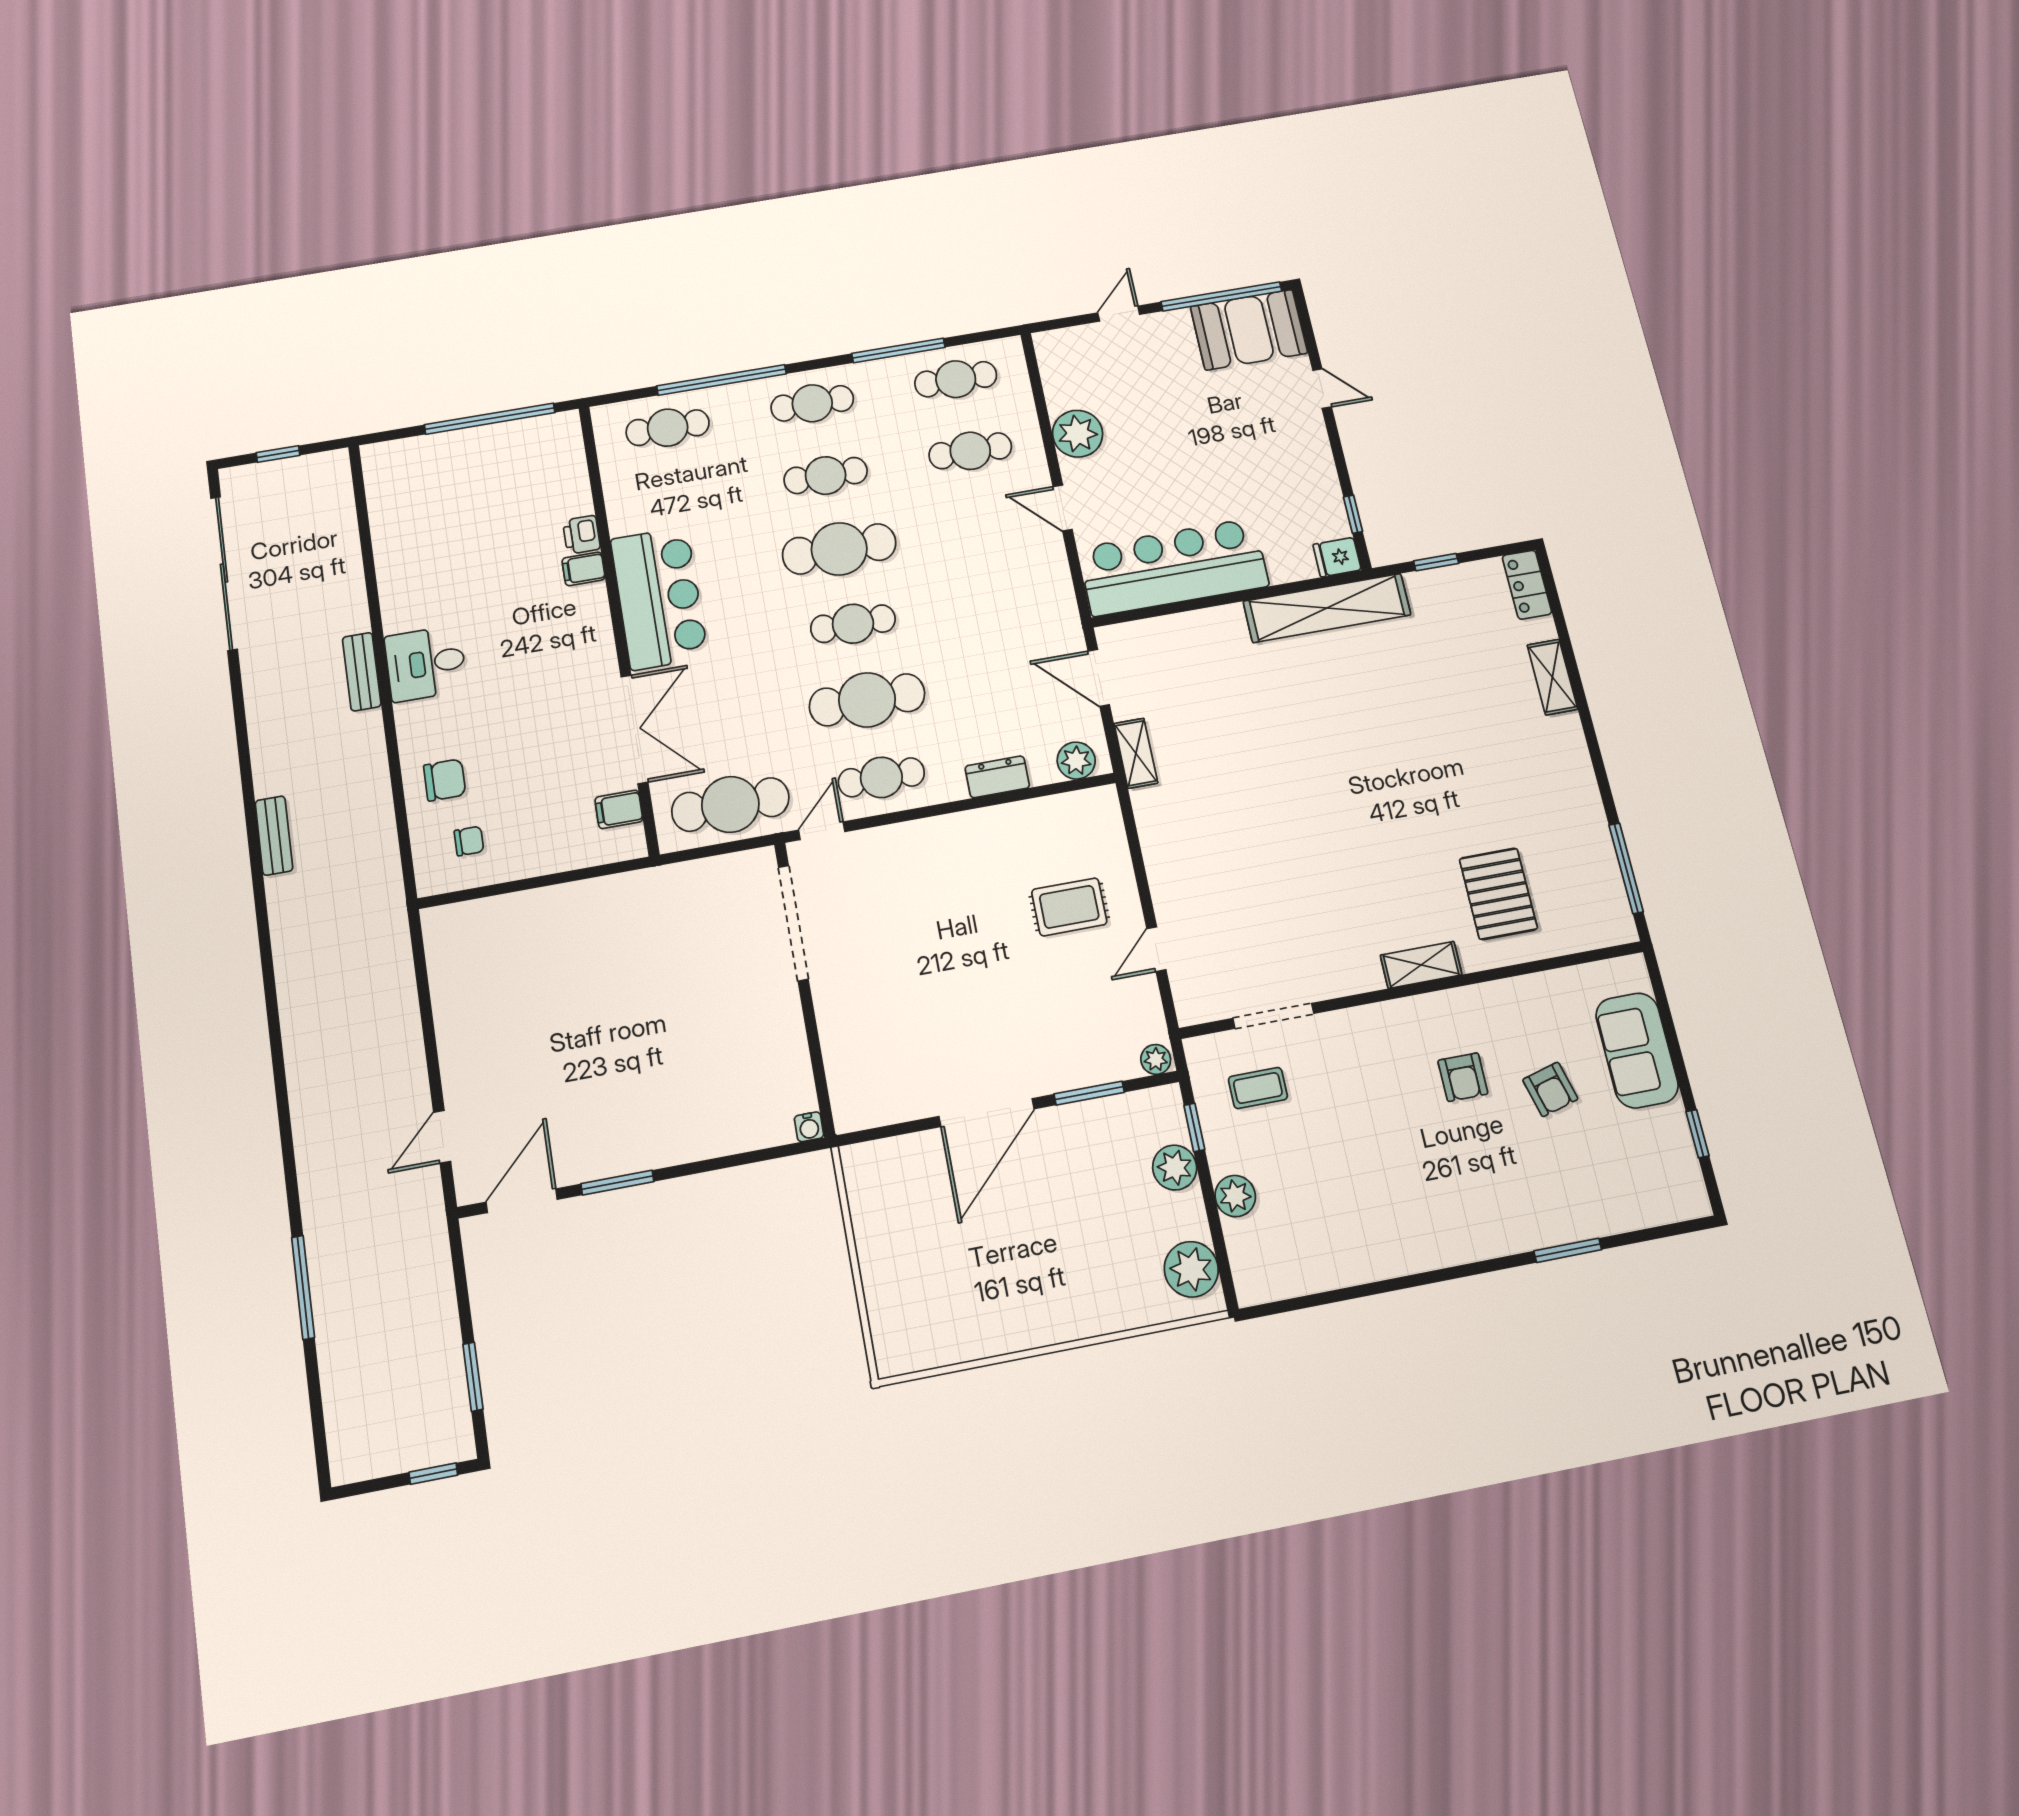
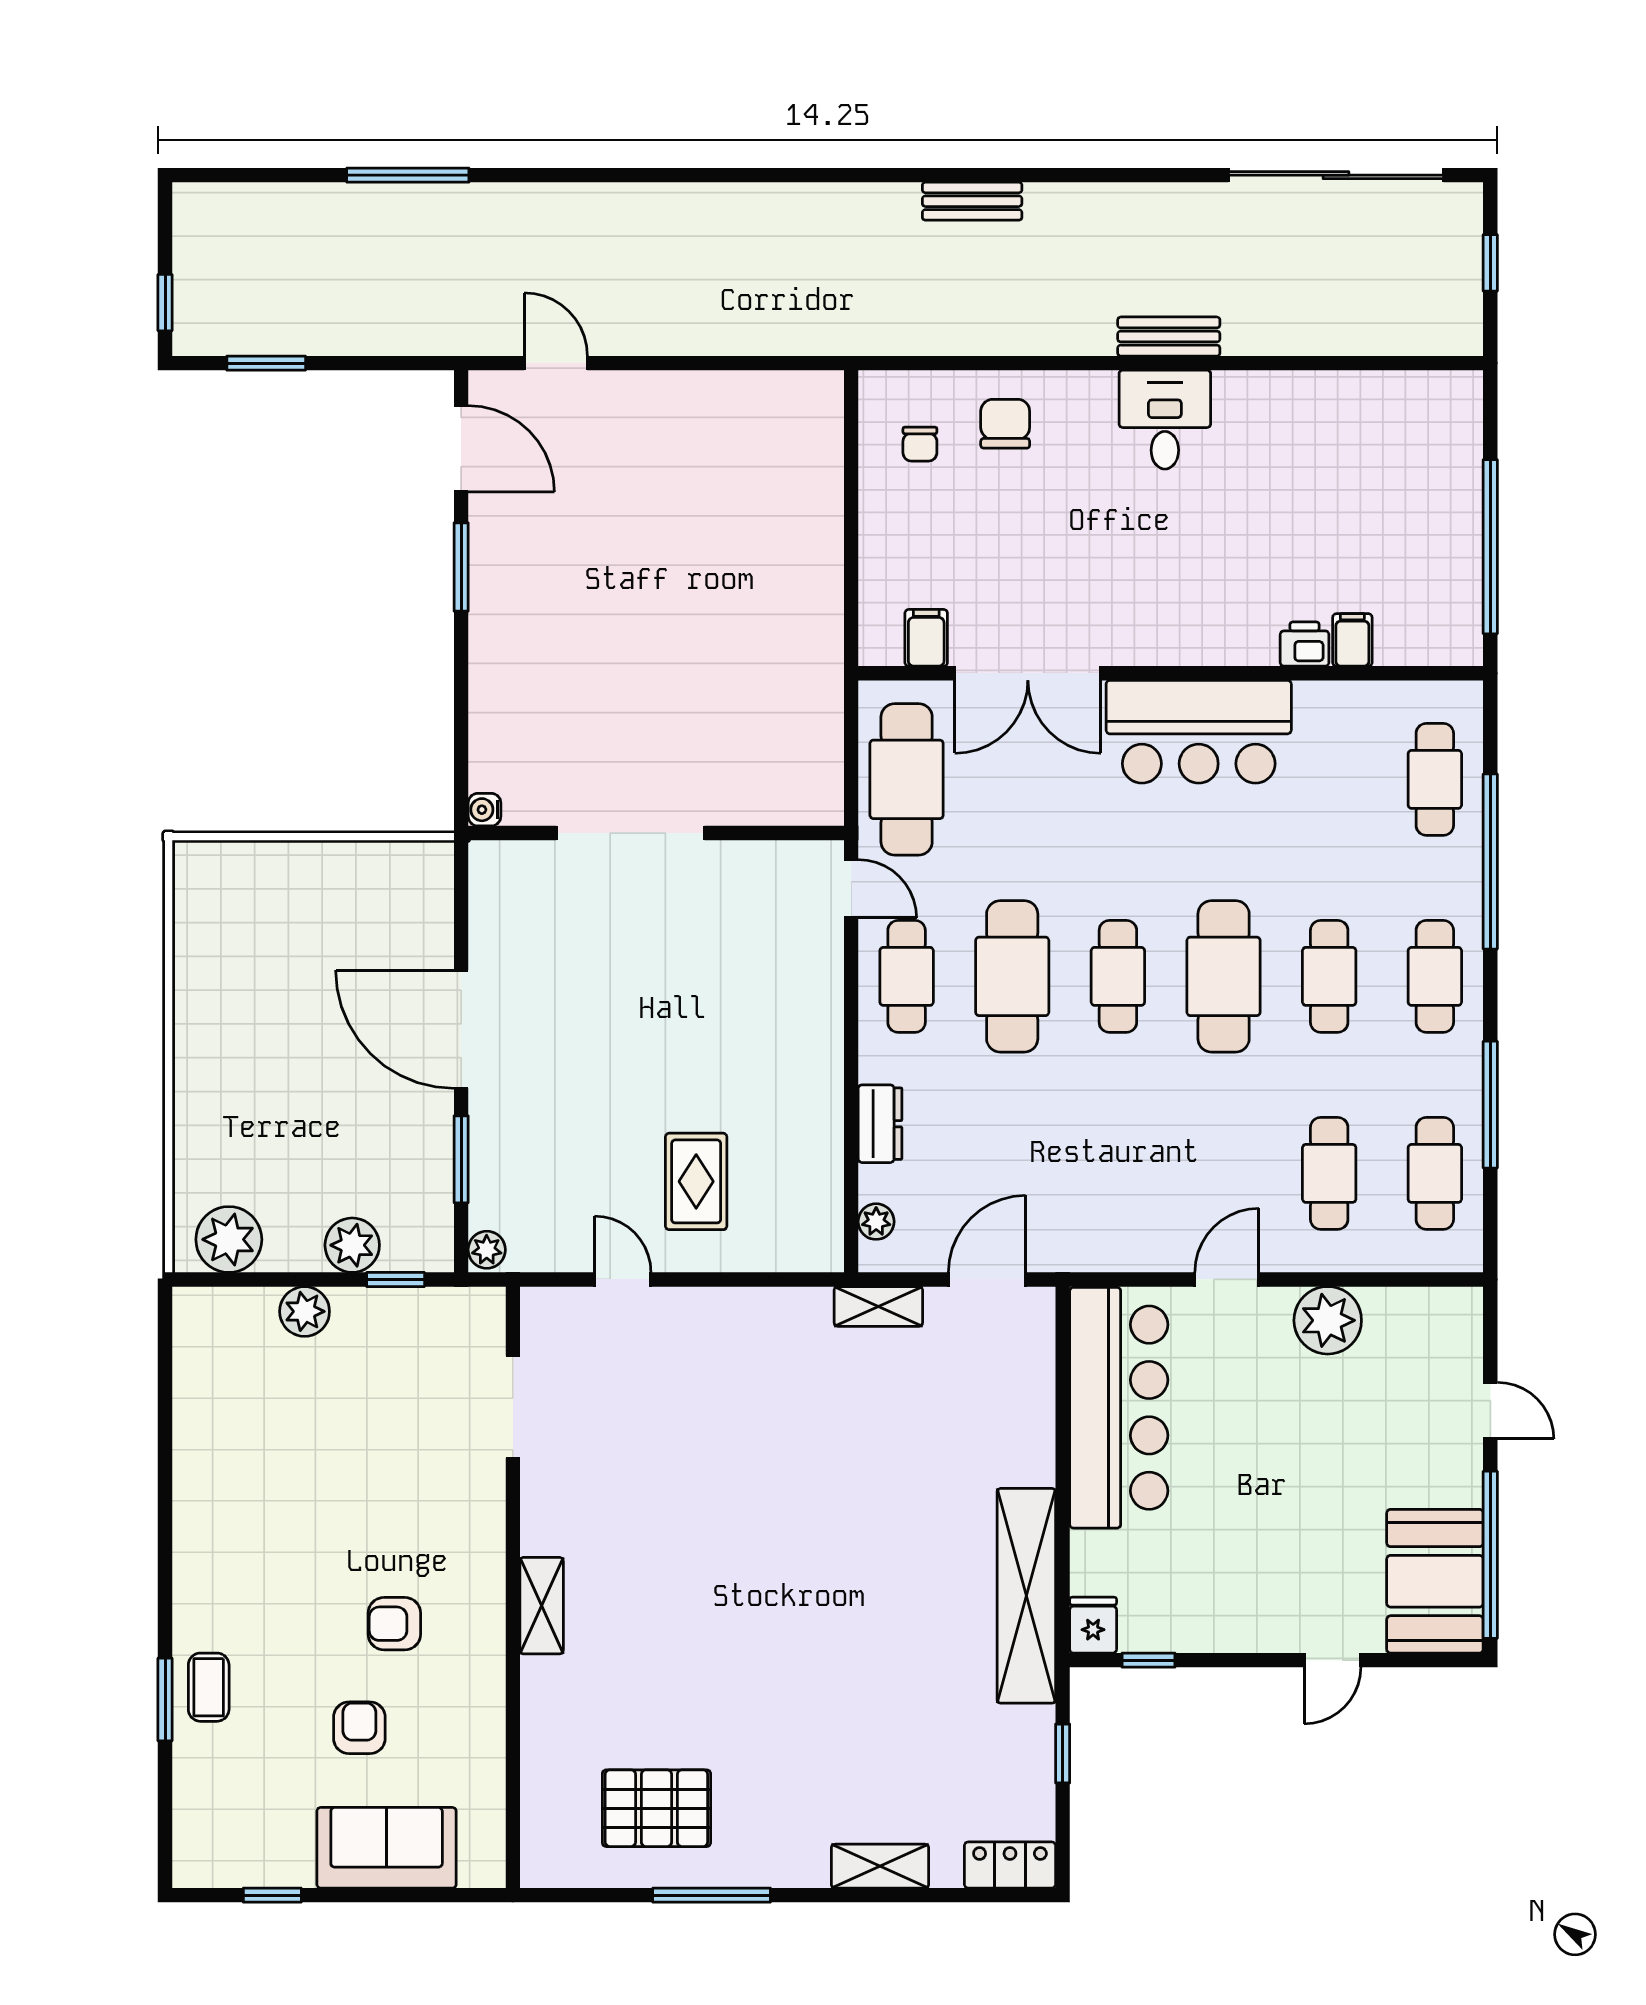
filing cabinet: (584, 569) -> (1352, 640), moved
plant: (1076, 761) -> (876, 1222), width x0.73, depth x0.73
chair: (445, 780) -> (1005, 424), turned 180
window: (1626, 868) -> (712, 1895), moved
pallet: (1498, 894) -> (656, 1808), moved
doorway: (793, 923) -> (630, 833), moved
coffee table: (1258, 1088) -> (209, 1687), moved
armchair: (1550, 1089) -> (359, 1728), turned 105

